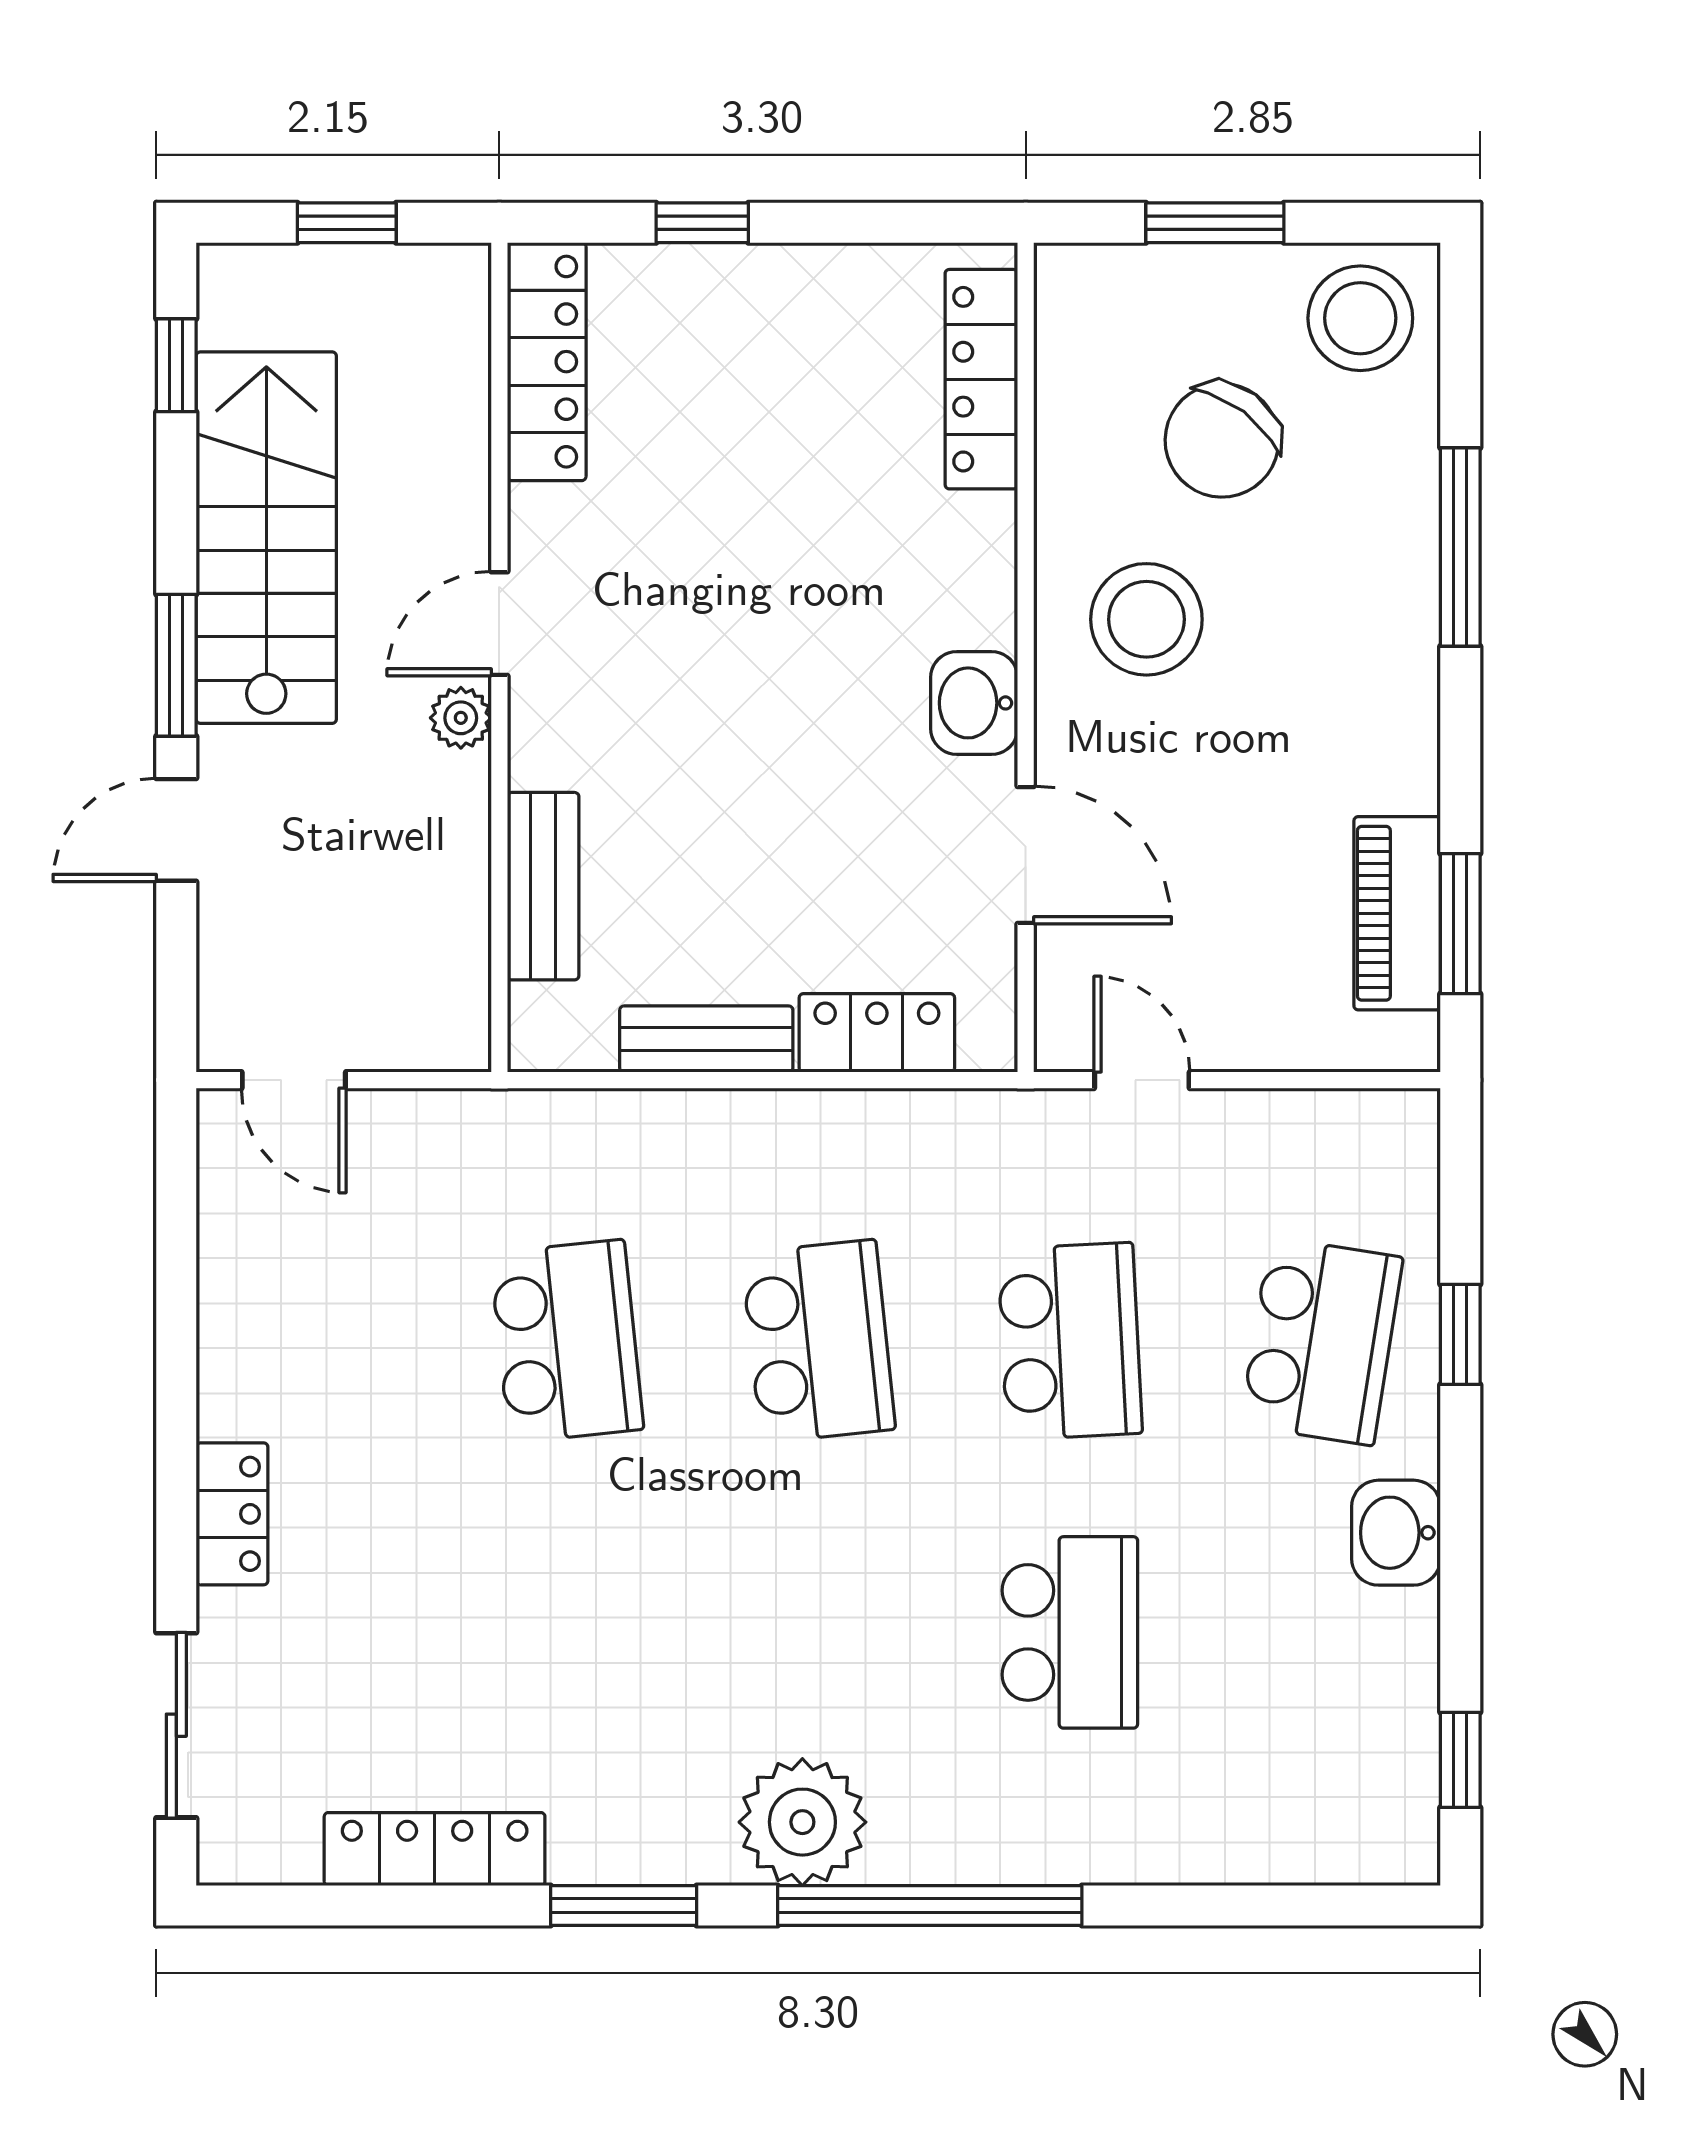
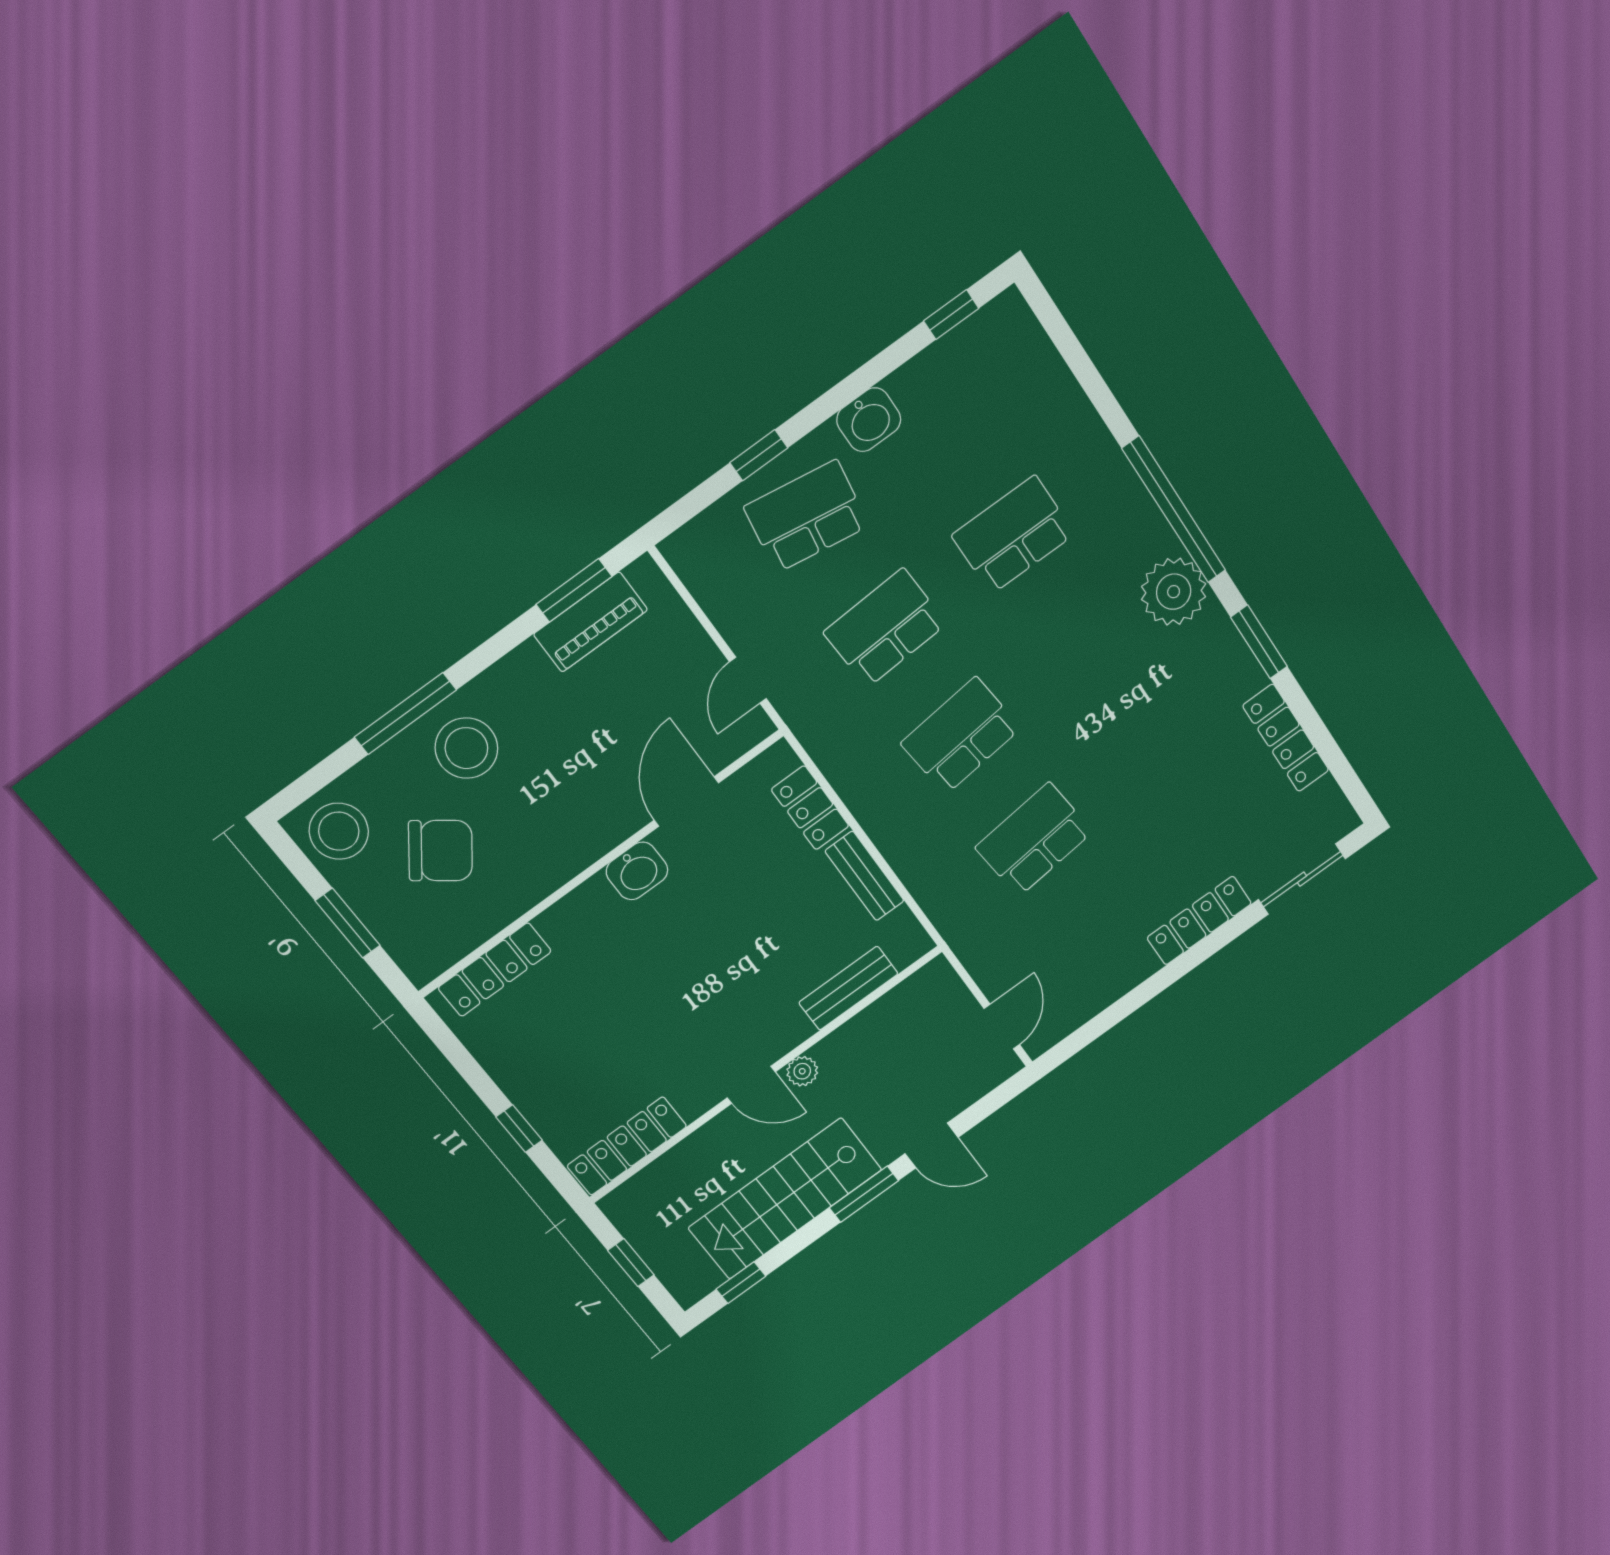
stool: (1146, 619) -> (466, 748), moved
locker: (232, 1514) -> (1199, 921), width x1.53

